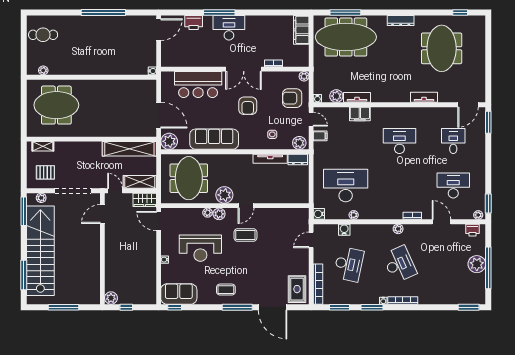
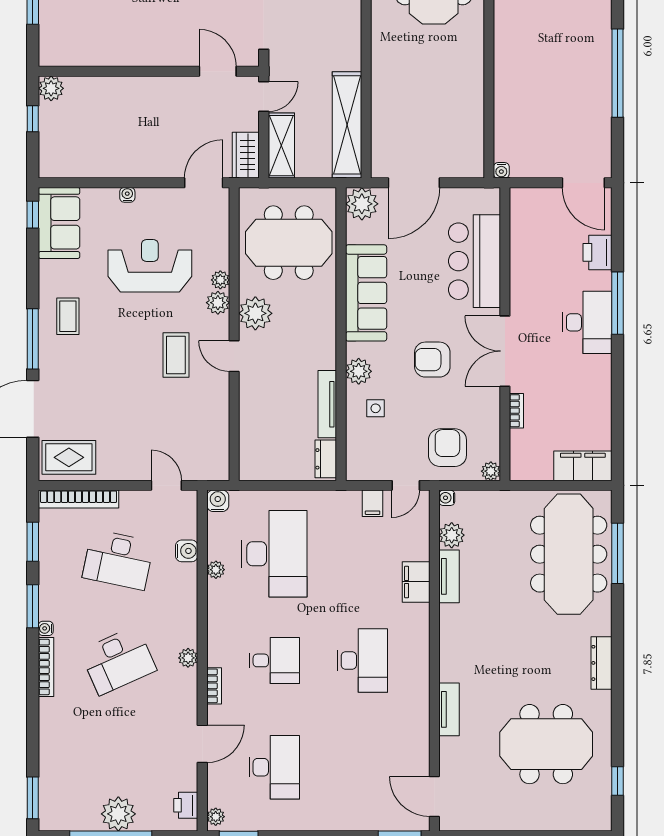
desk: (453, 141) -> (274, 660), moved
plant: (299, 143) -> (359, 371), moved
reception desk: (200, 248) -> (150, 266), turned 90

